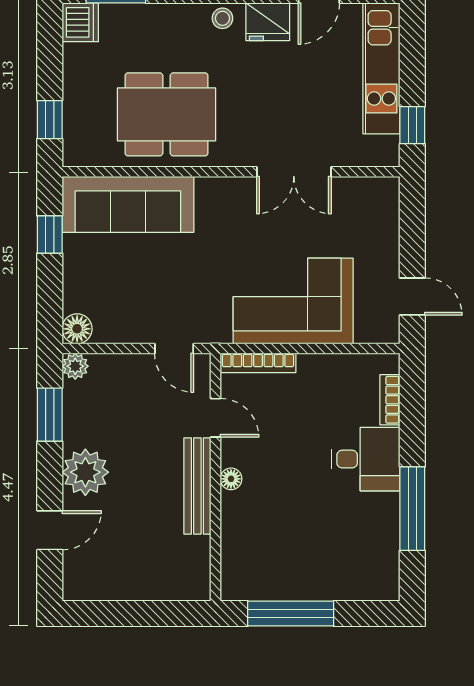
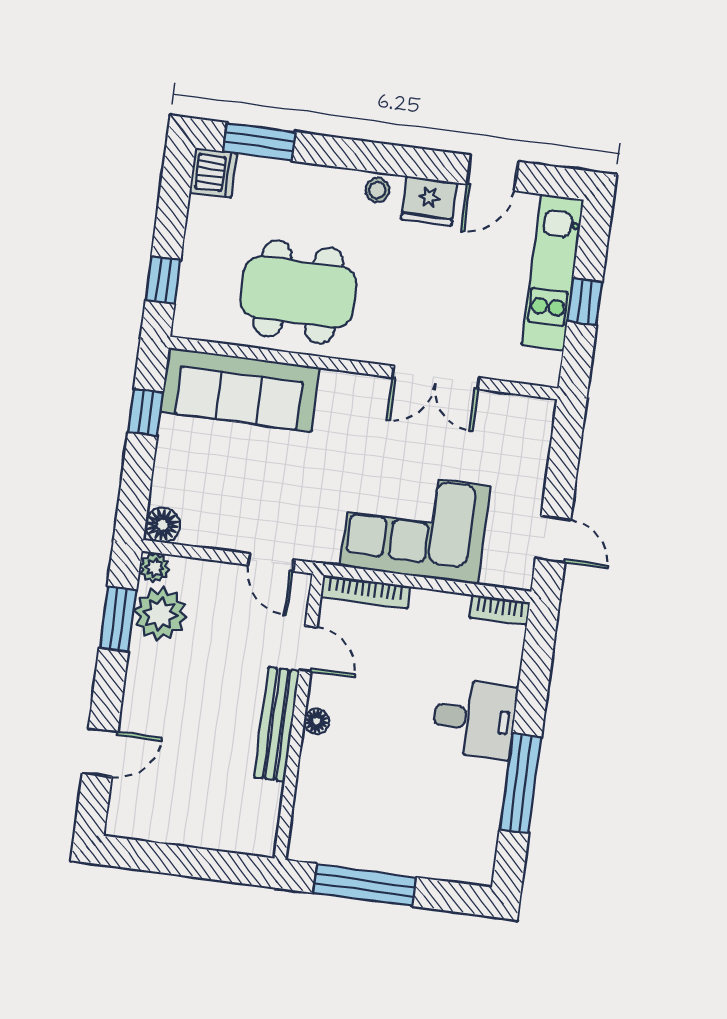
window: (412, 125) -> (585, 302), moved
bookcase: (390, 400) -> (500, 610), moved, turned -90
plant: (85, 472) -> (160, 614), moved

